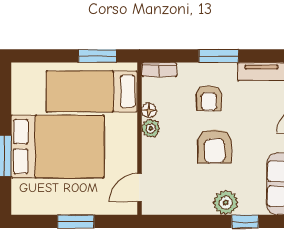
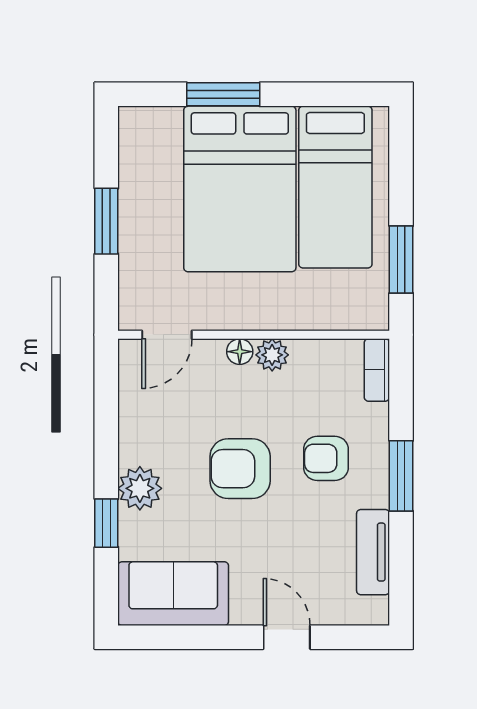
bed: (92, 91) -> (335, 187), moved, turned 180
floor lamp: (149, 110) -> (240, 352), moved
door: (139, 187) -> (167, 335), swing flipped

